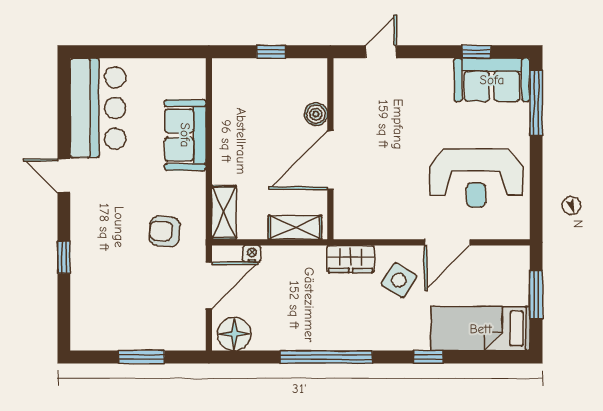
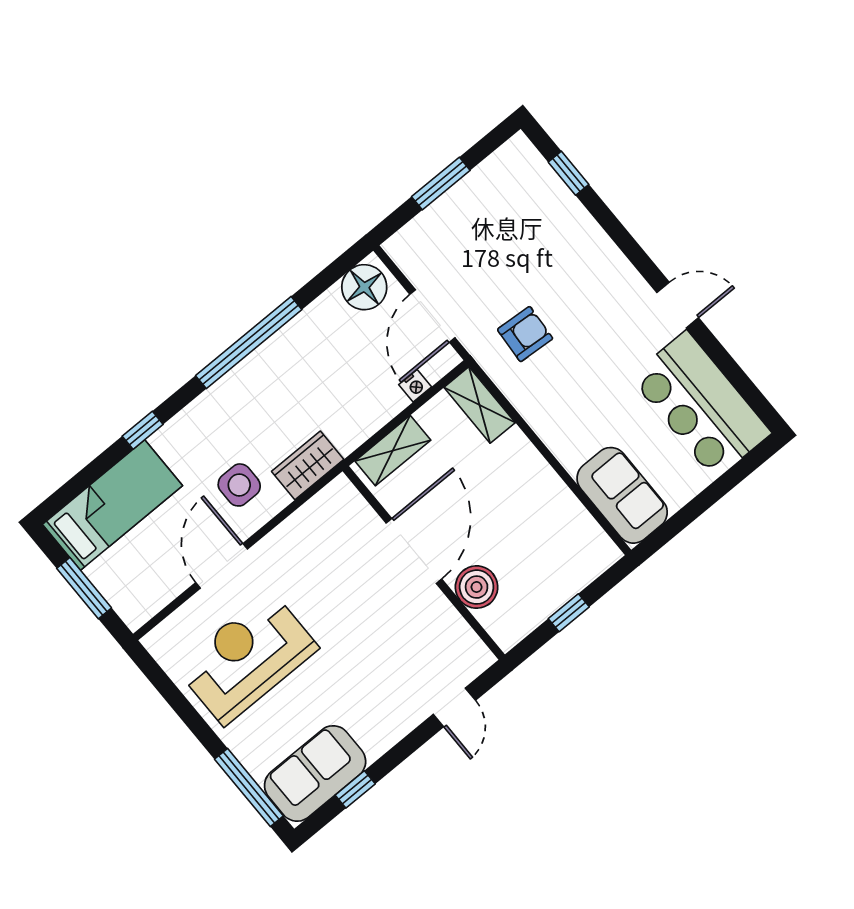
boiler: (316, 114) -> (477, 587), width x1.36, depth x1.36
sofa: (185, 135) -> (622, 495), moved
window: (64, 257) -> (569, 173), moved
side table: (399, 280) -> (239, 485), turned -33

